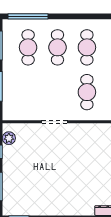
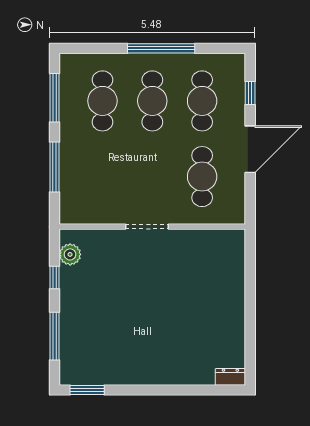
window: (28, 16) -> (161, 48), moved

